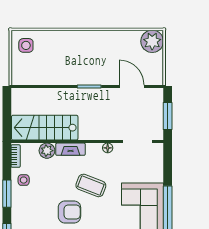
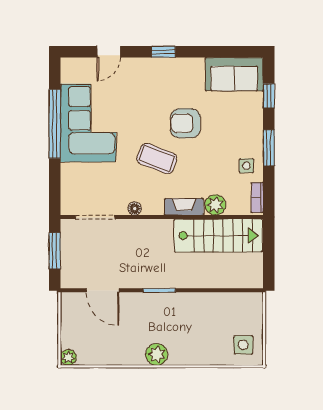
plant: (91, 38) -> (157, 354), added
plant: (152, 41) -> (68, 357), width x0.53, depth x0.53

